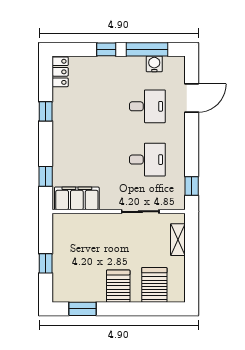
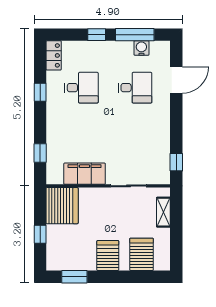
desk: (147, 160) -> (81, 88), moved
filing cabinet: (77, 198) -> (85, 174), moved
server rack: (69, 233) -> (62, 206), added

